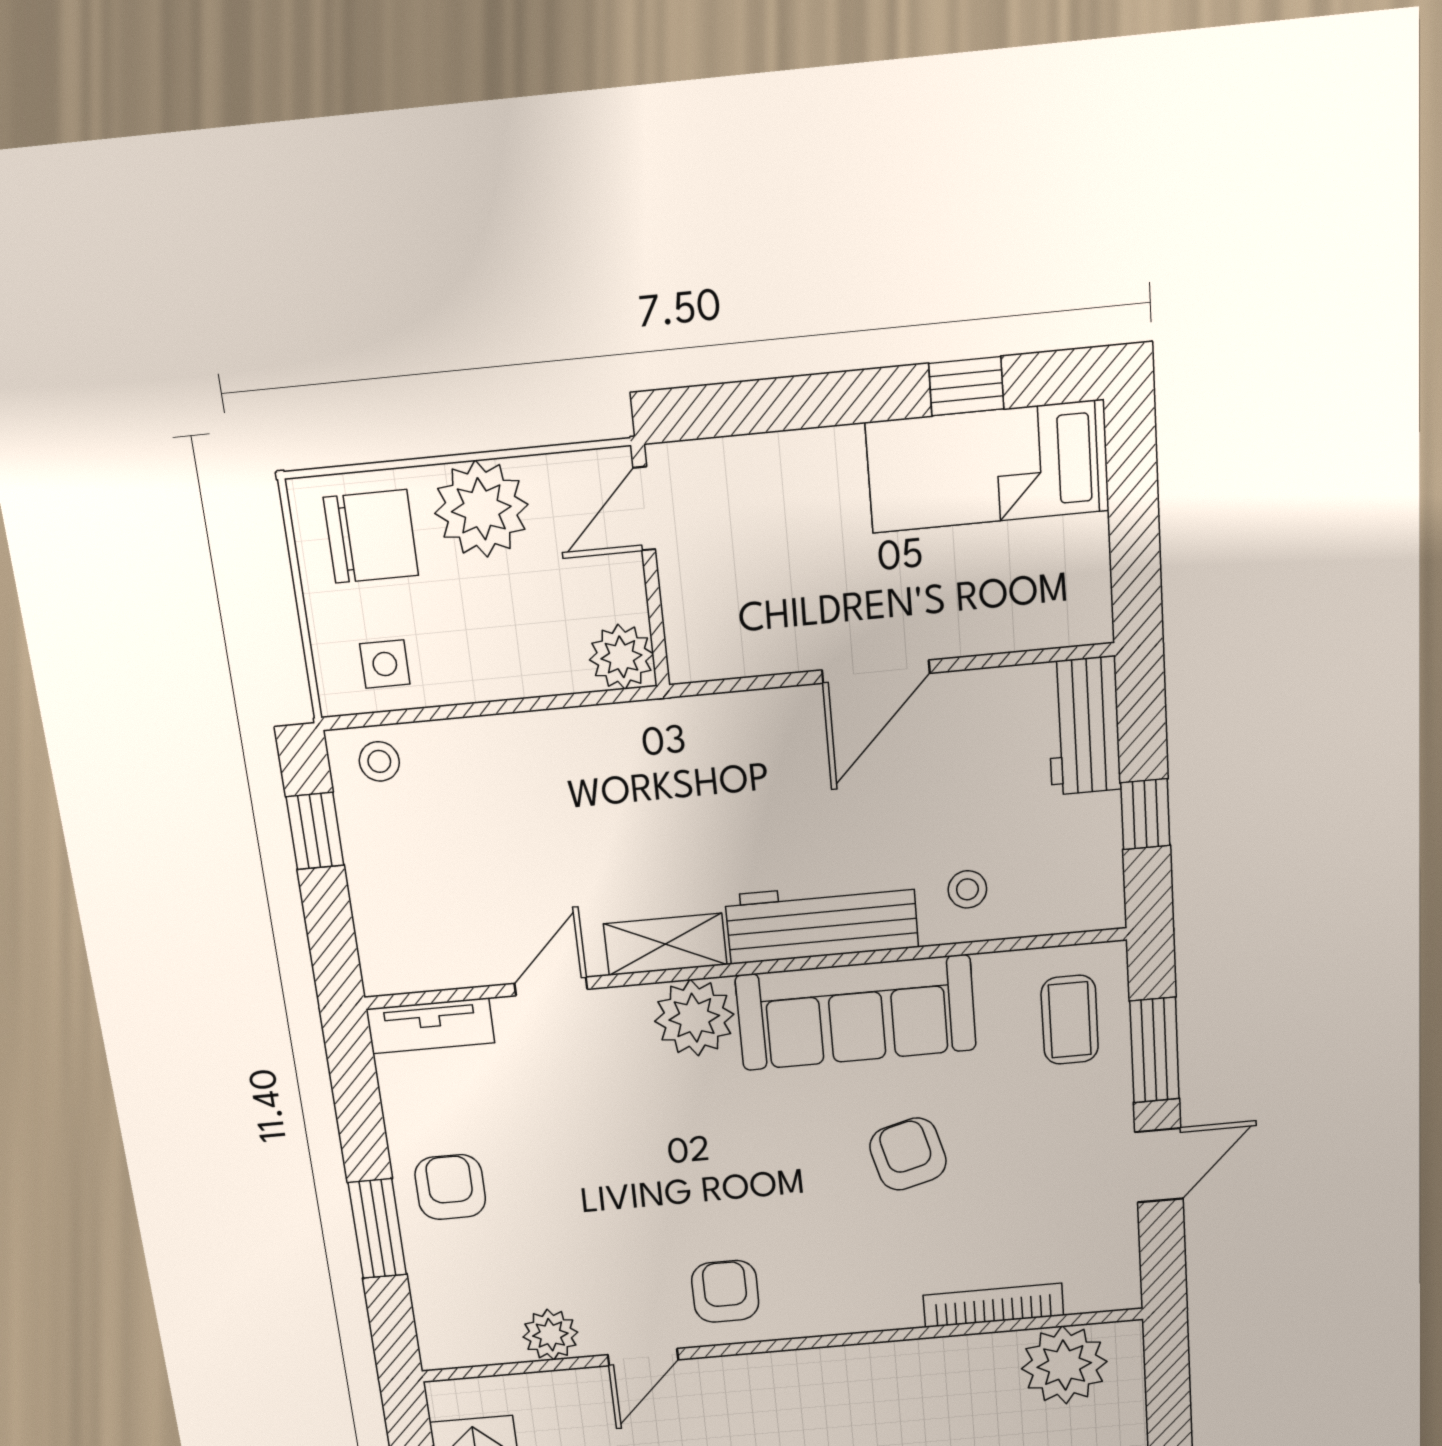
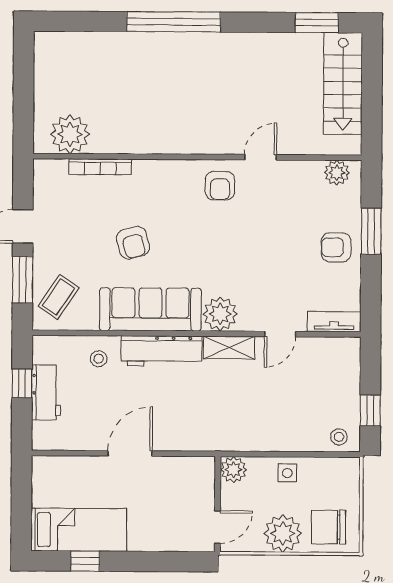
side table: (385, 664) -> (287, 473), moved
workbench: (1084, 726) -> (46, 393), moved
coffee table: (1070, 1020) -> (59, 297), turned 34
armchair: (450, 1187) -> (336, 247), turned 90
plant: (550, 1335) -> (337, 173), moved

